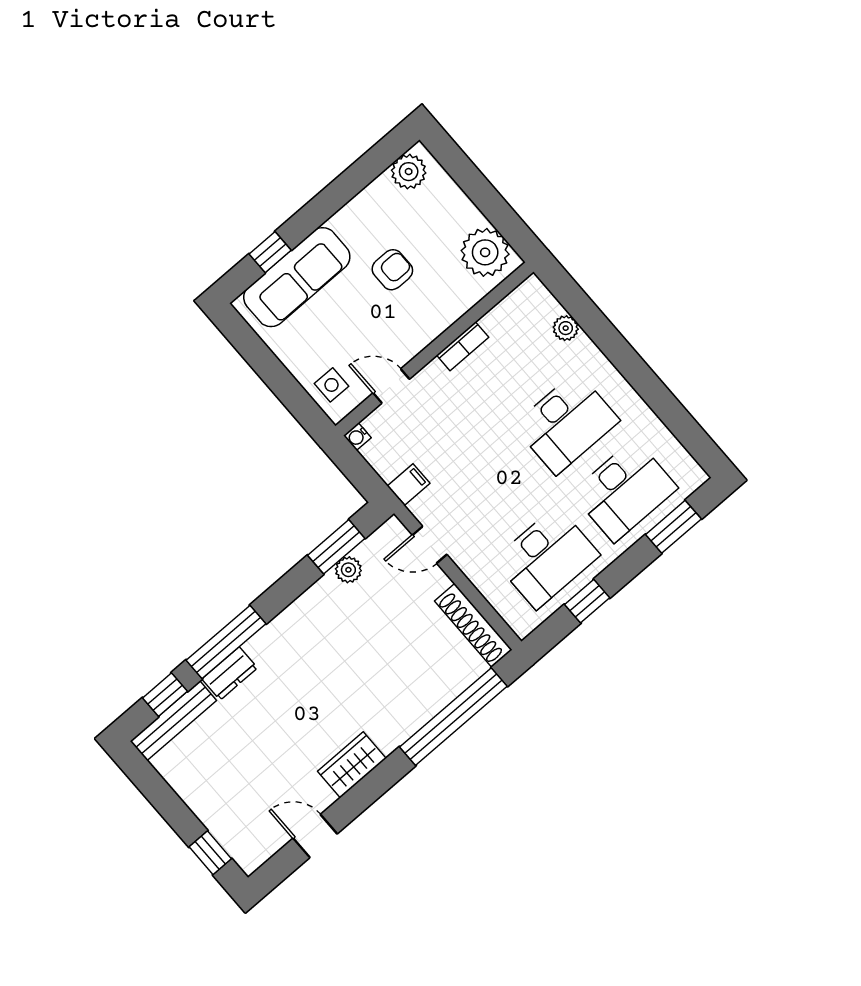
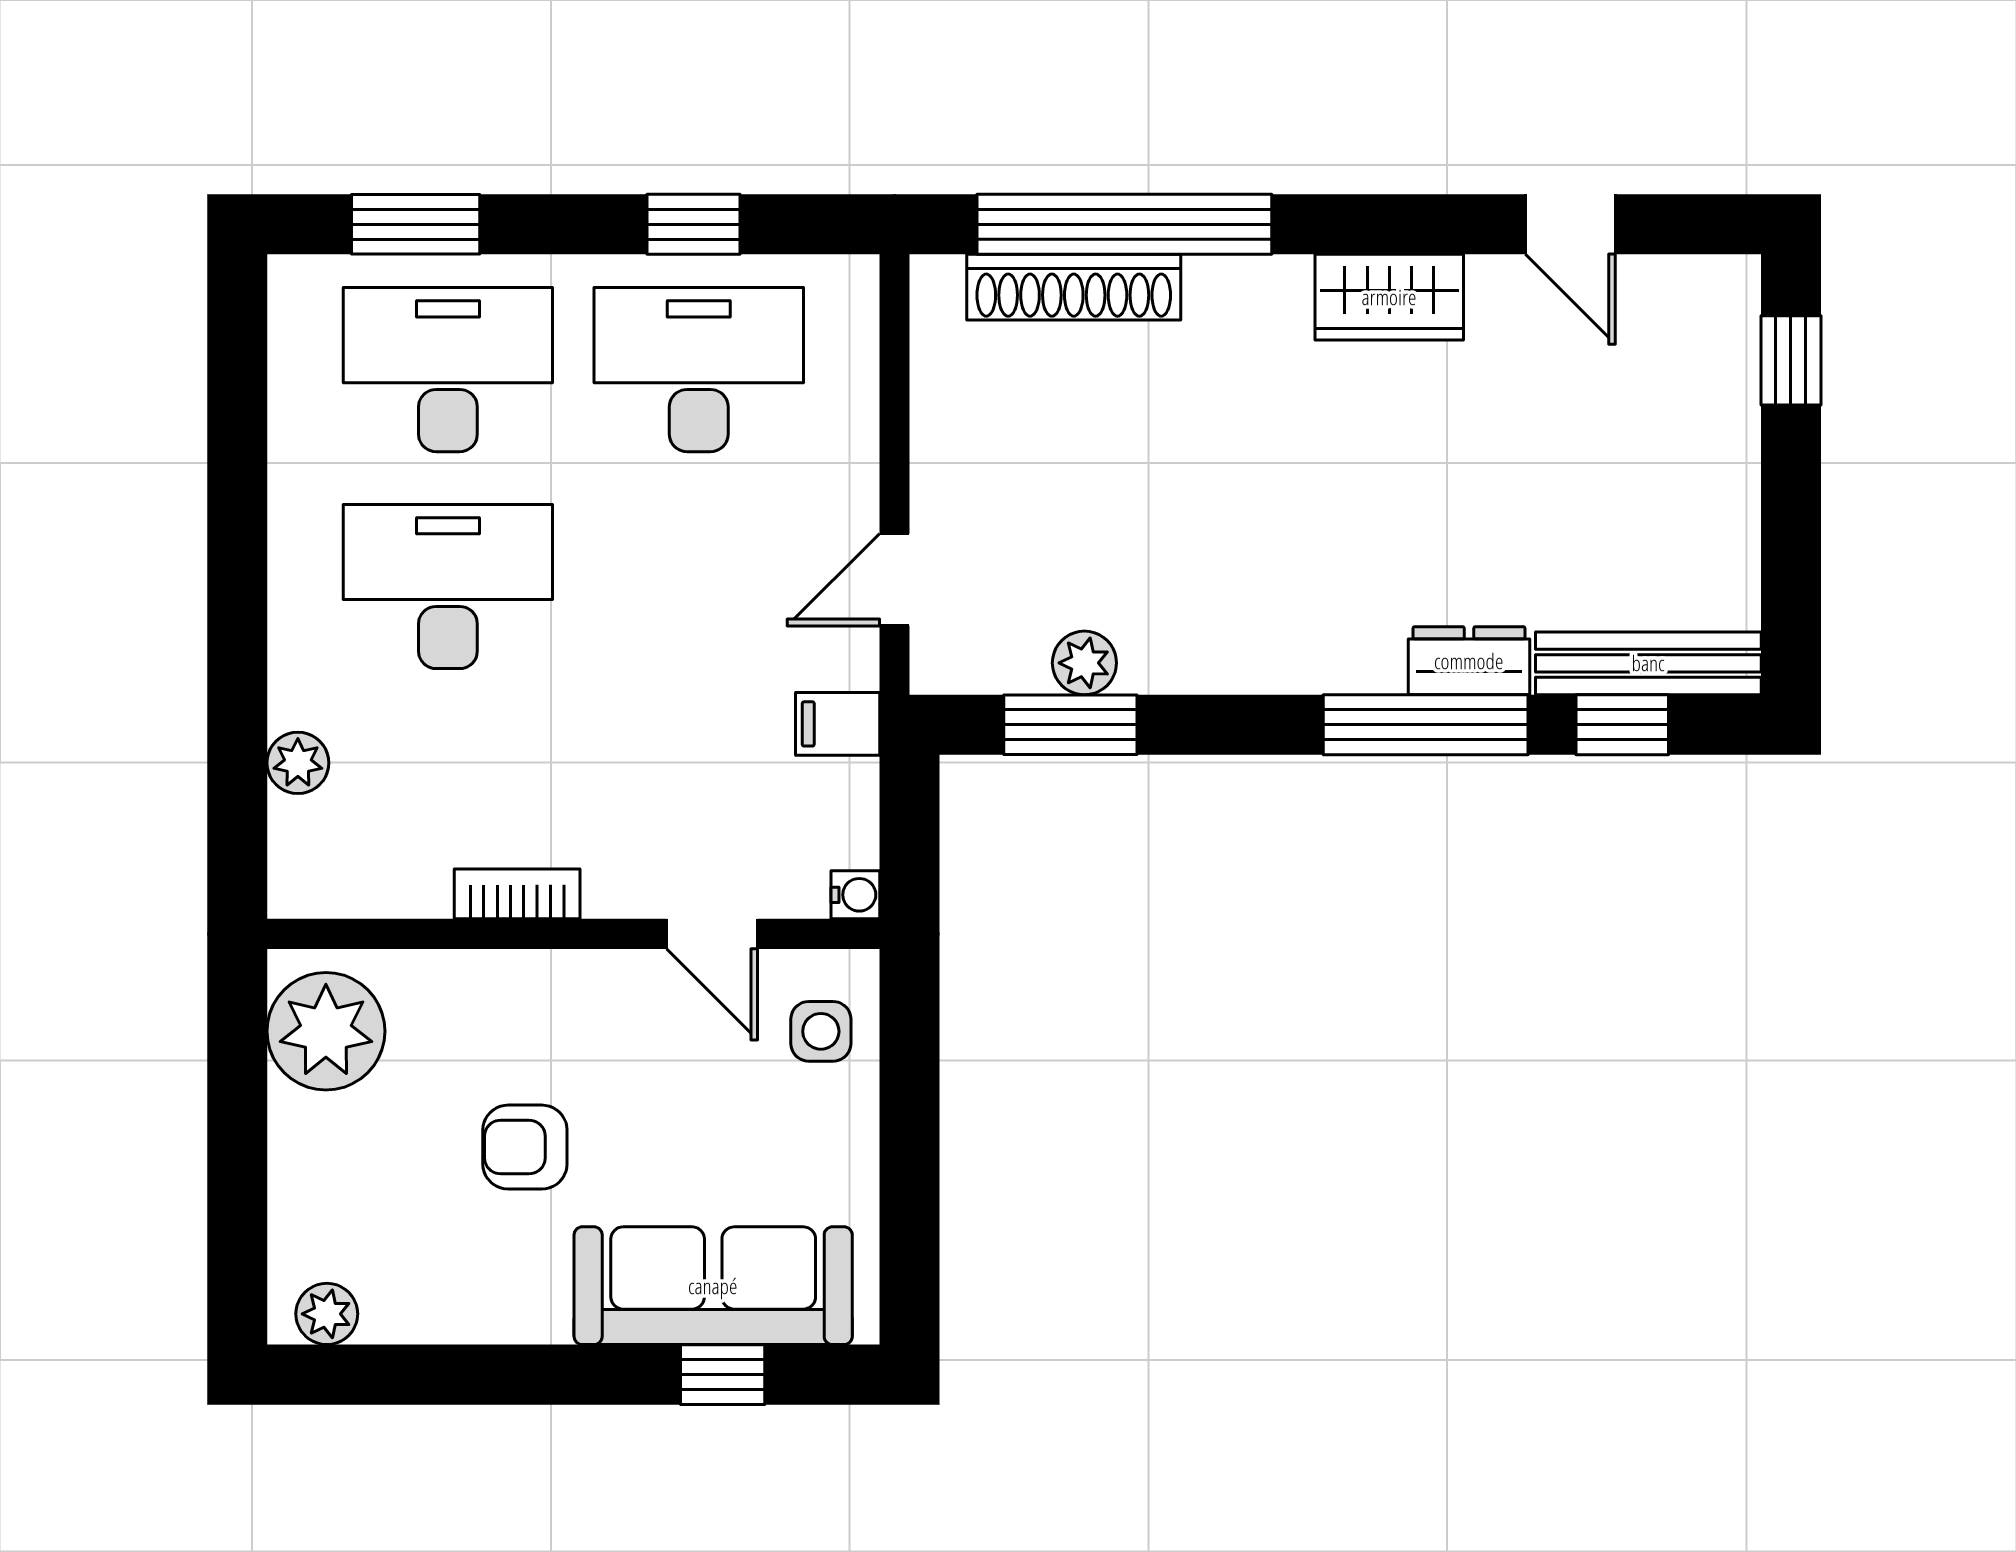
plant: (409, 172) -> (327, 1314), width x0.73, depth x0.73
door: (430, 545) -> (895, 580), swing flipped
shoe rack: (473, 625) -> (1074, 287), moved, turned 90

